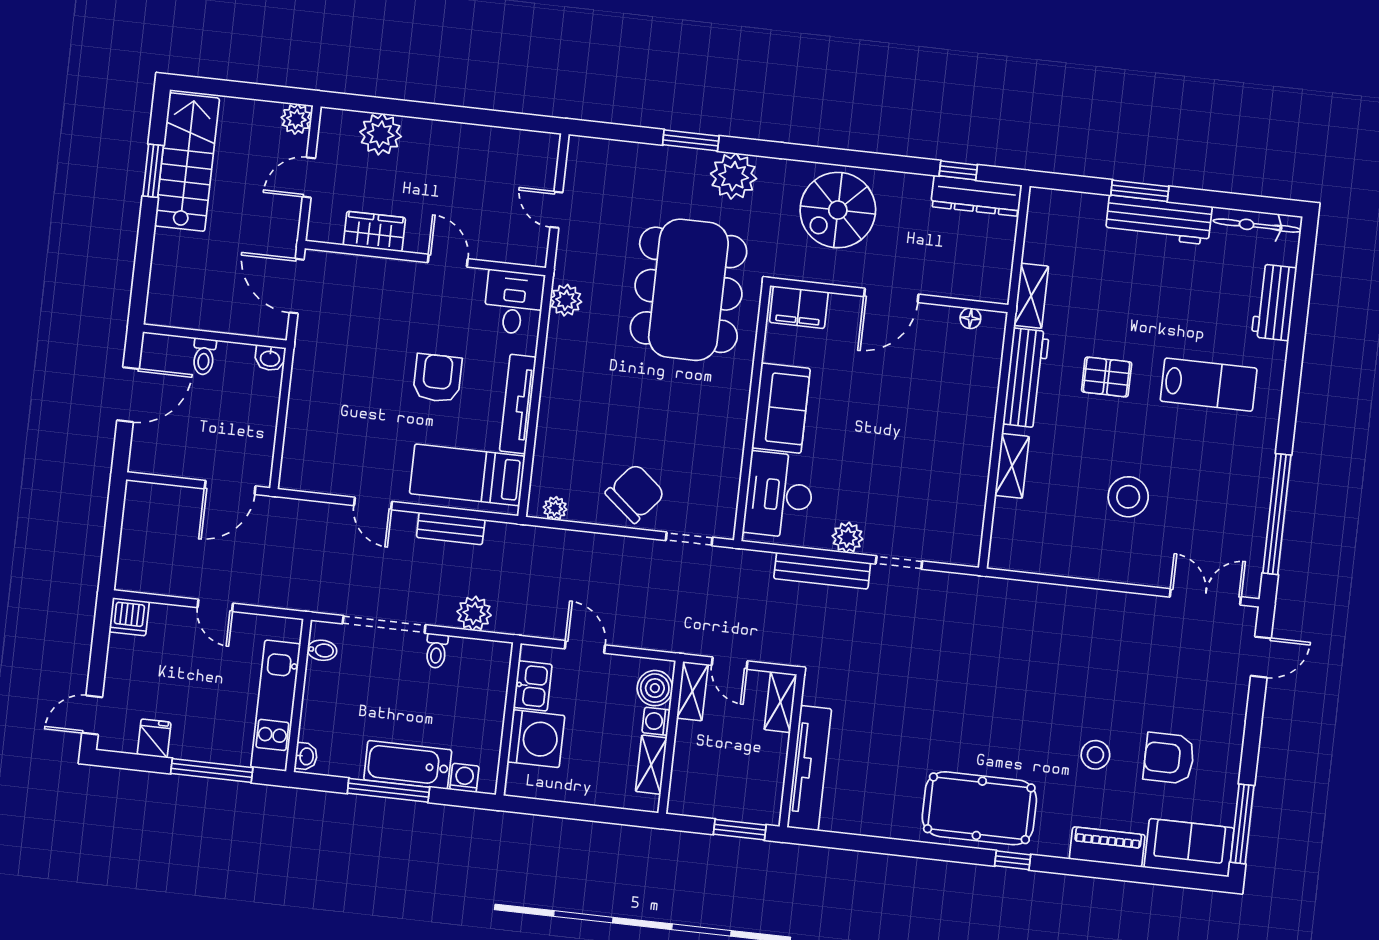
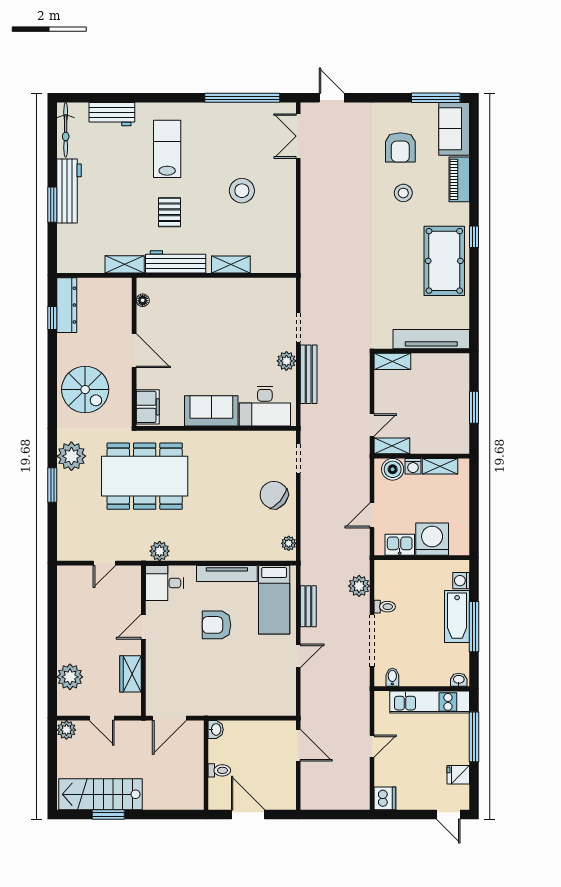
shelving: (780, 702) -> (392, 361), moved
wall: (792, 751) -> (422, 351), moved
tv unit: (809, 768) -> (431, 339), moved

